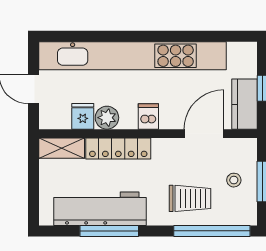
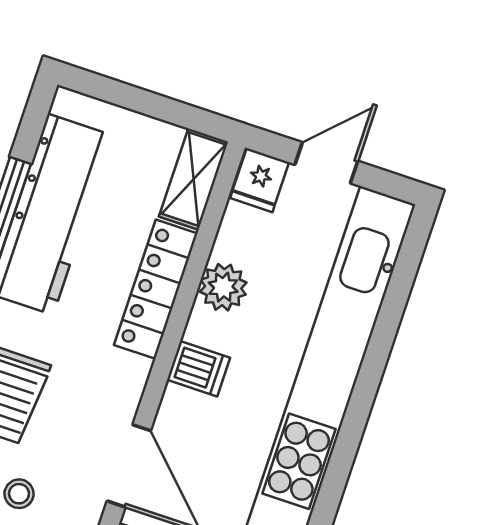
fridge: (83, 116) -> (260, 180), moved, turned 90

